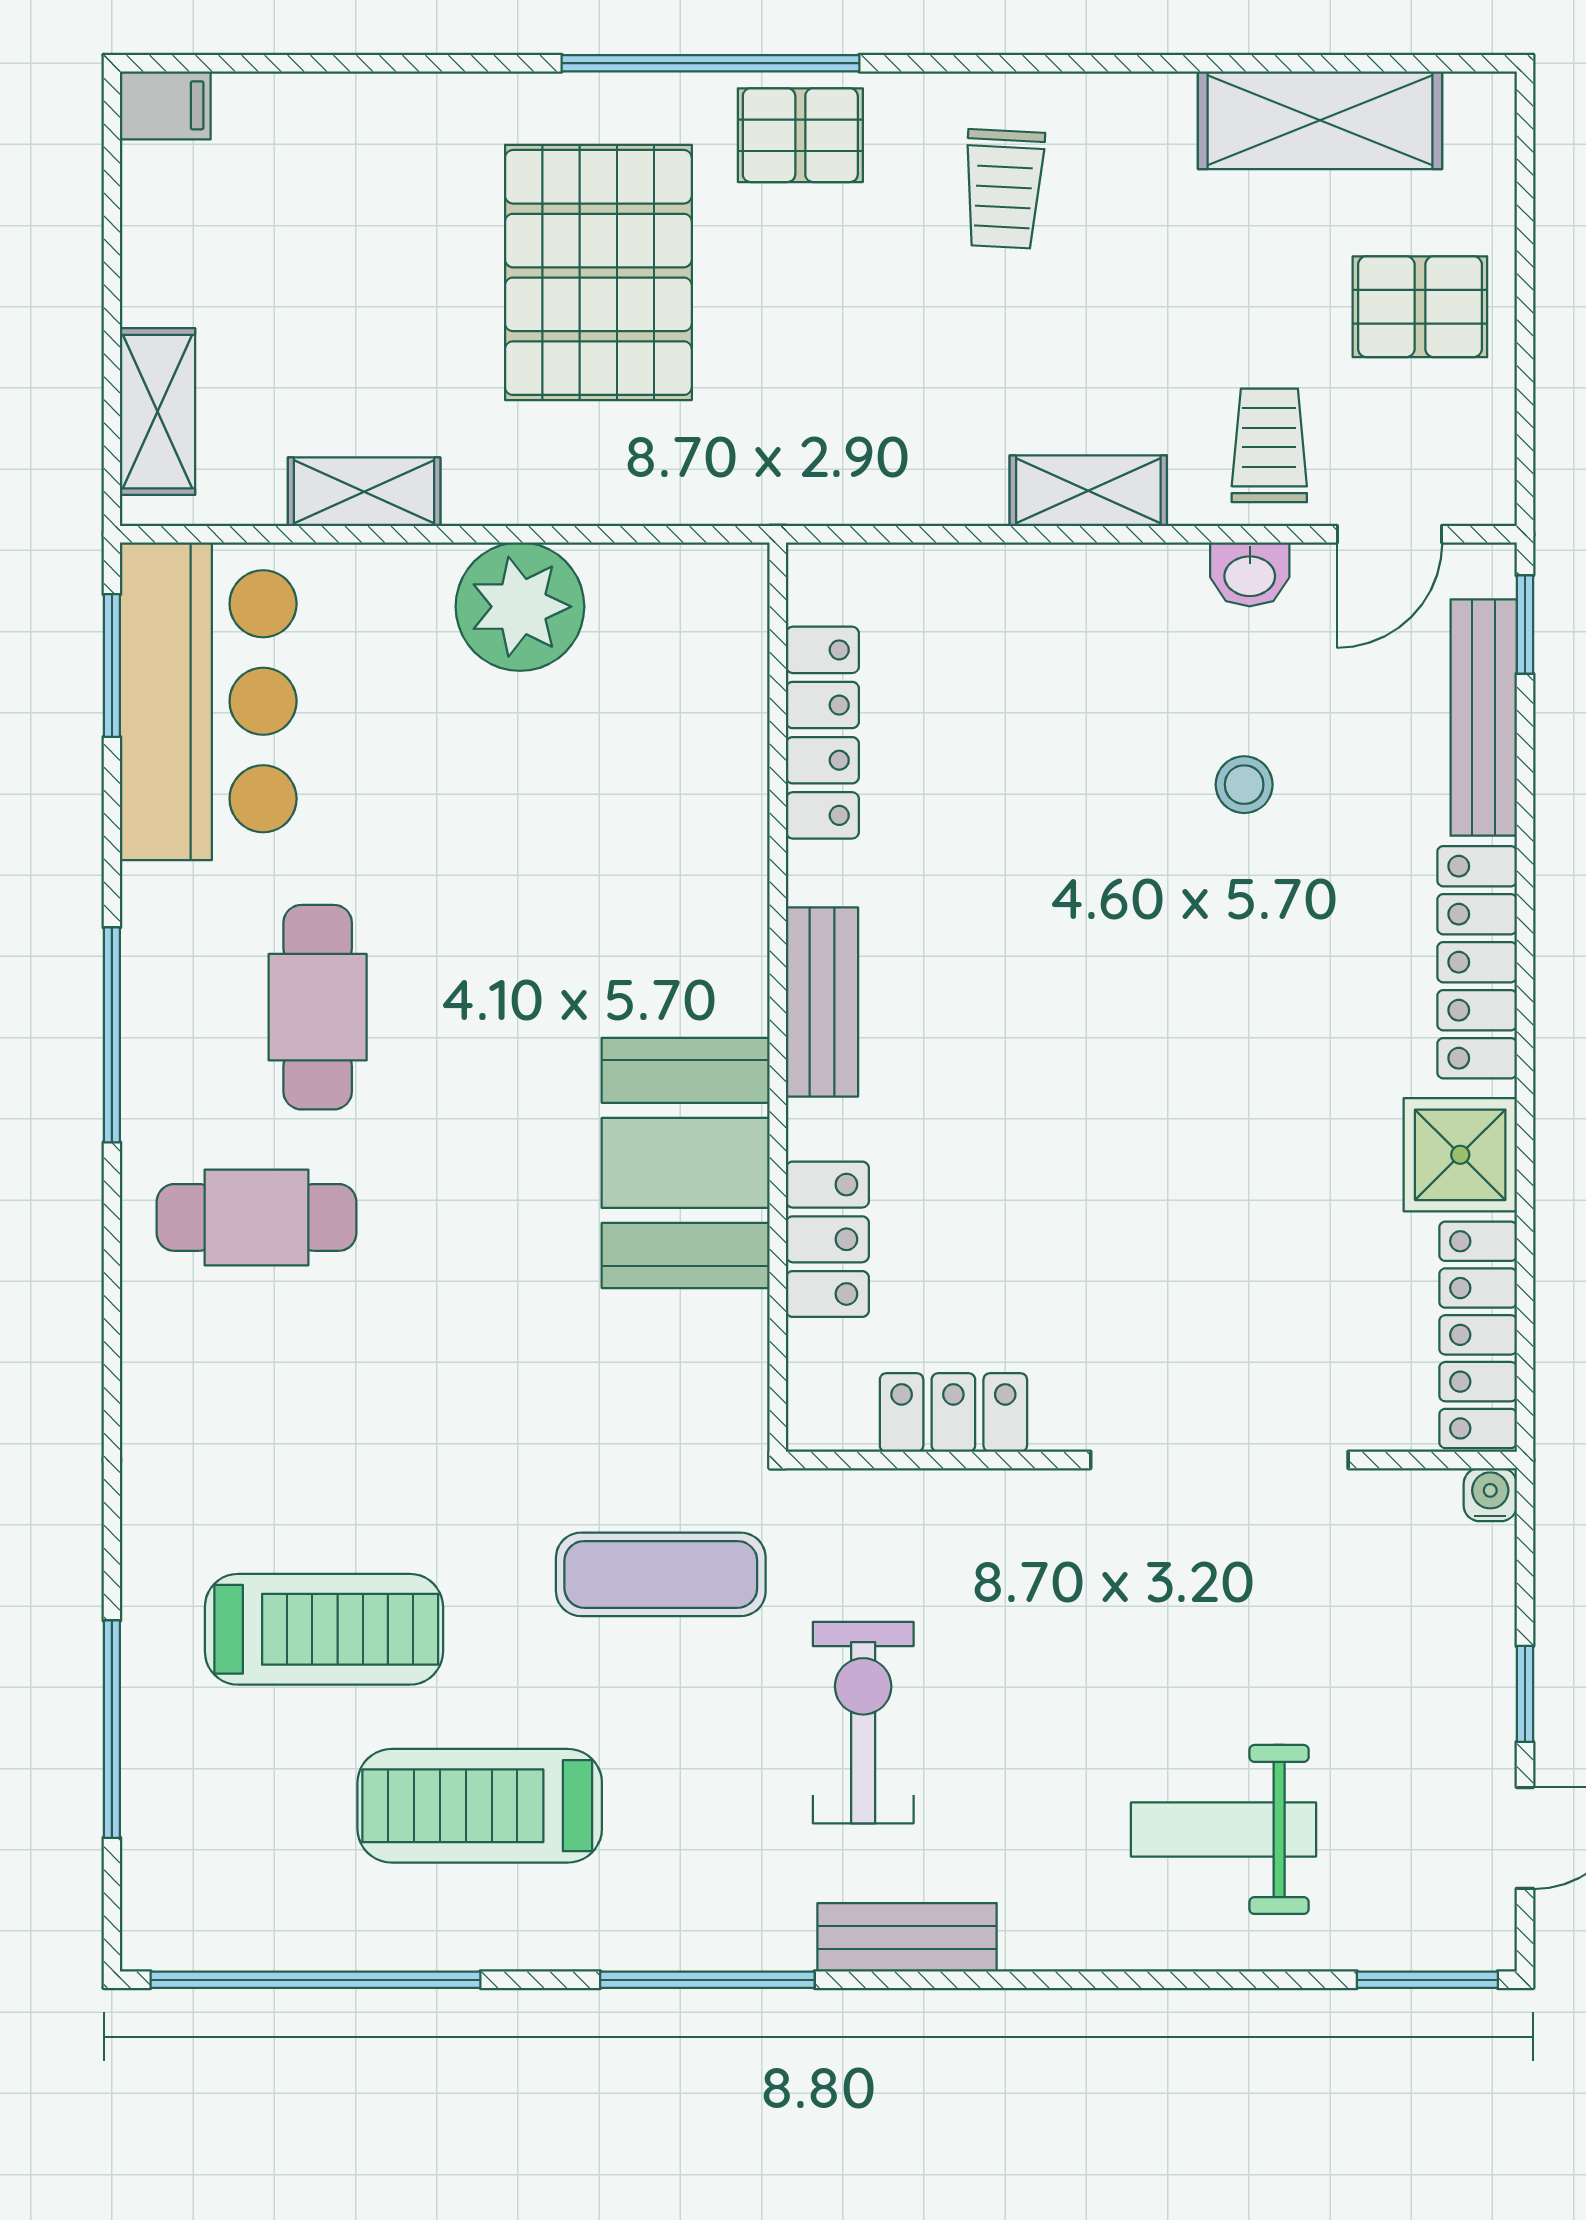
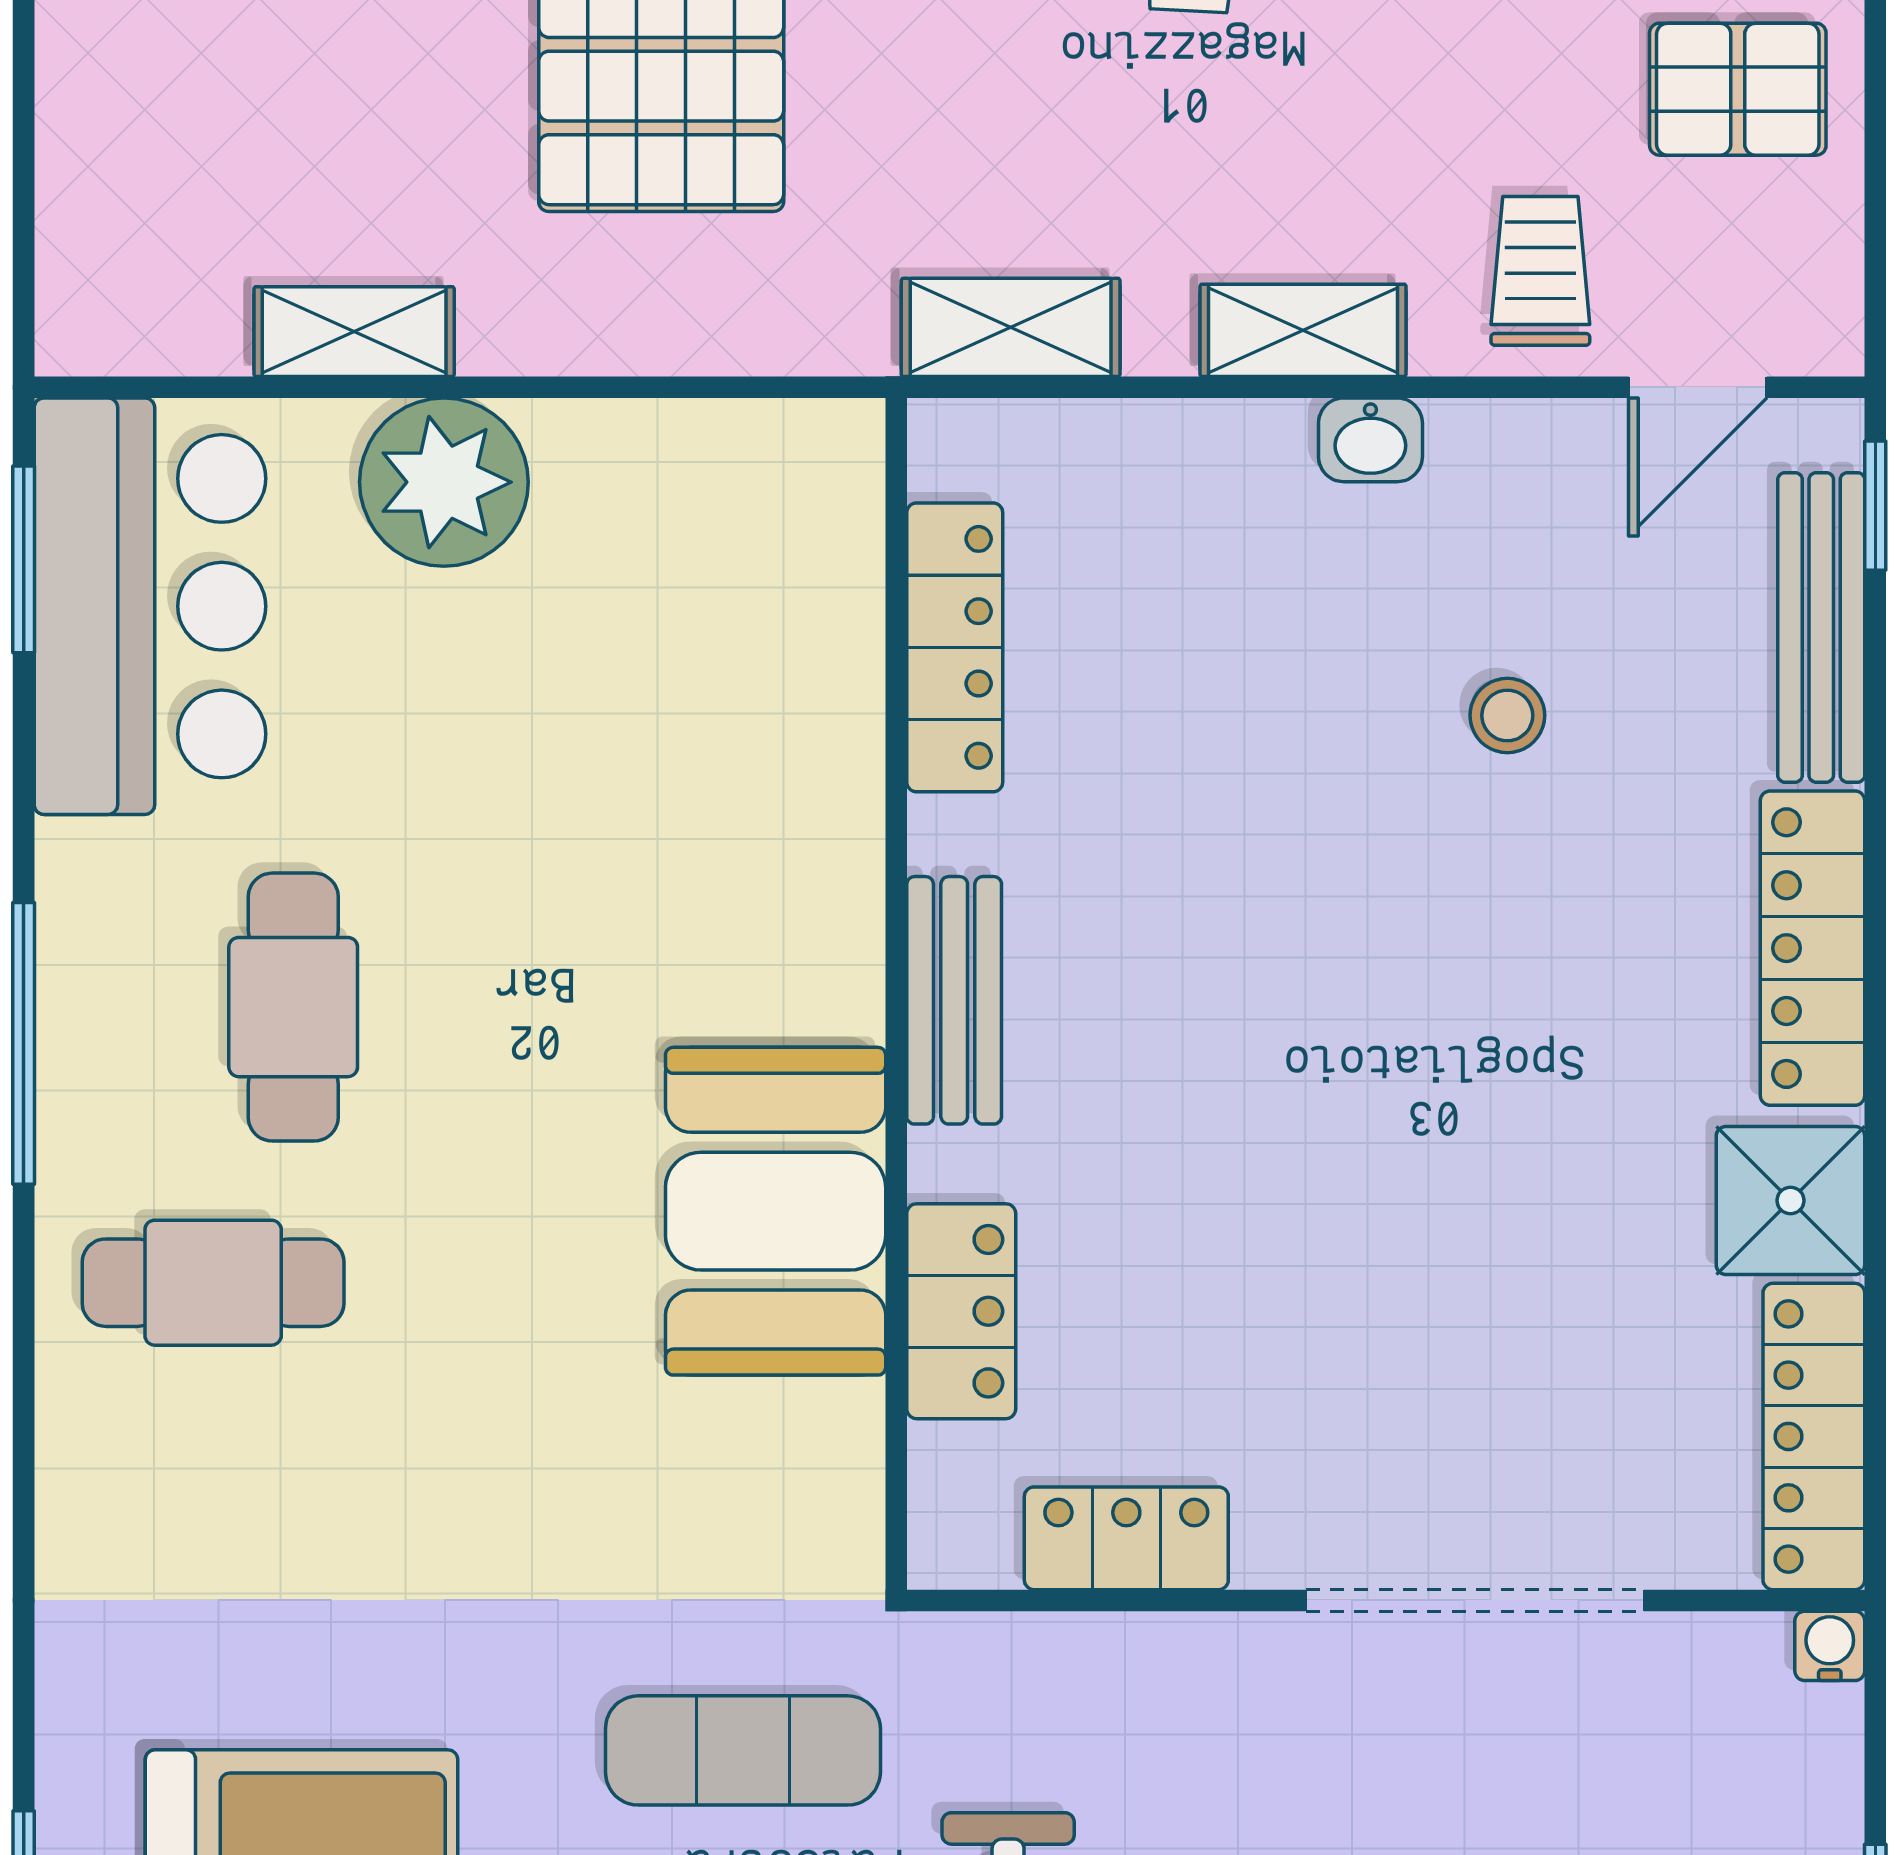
shelving: (158, 412) -> (1011, 327), moved, turned 90
washbasin: (1250, 574) -> (1370, 440), moved
plant: (520, 607) -> (444, 482), moved

